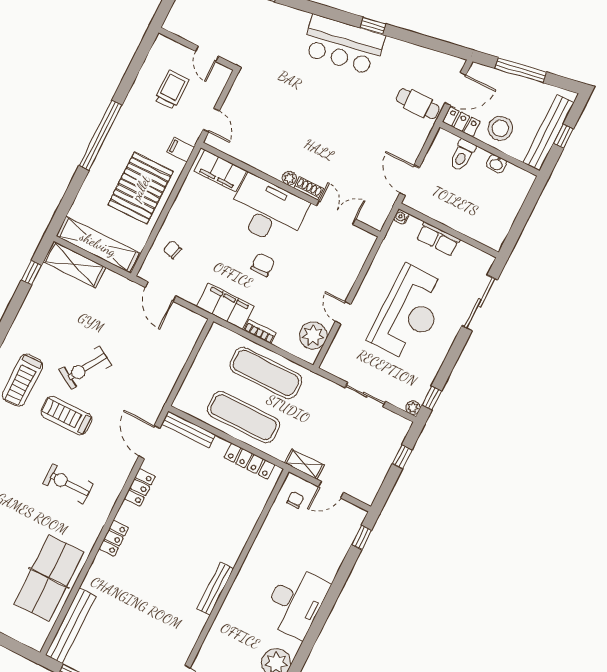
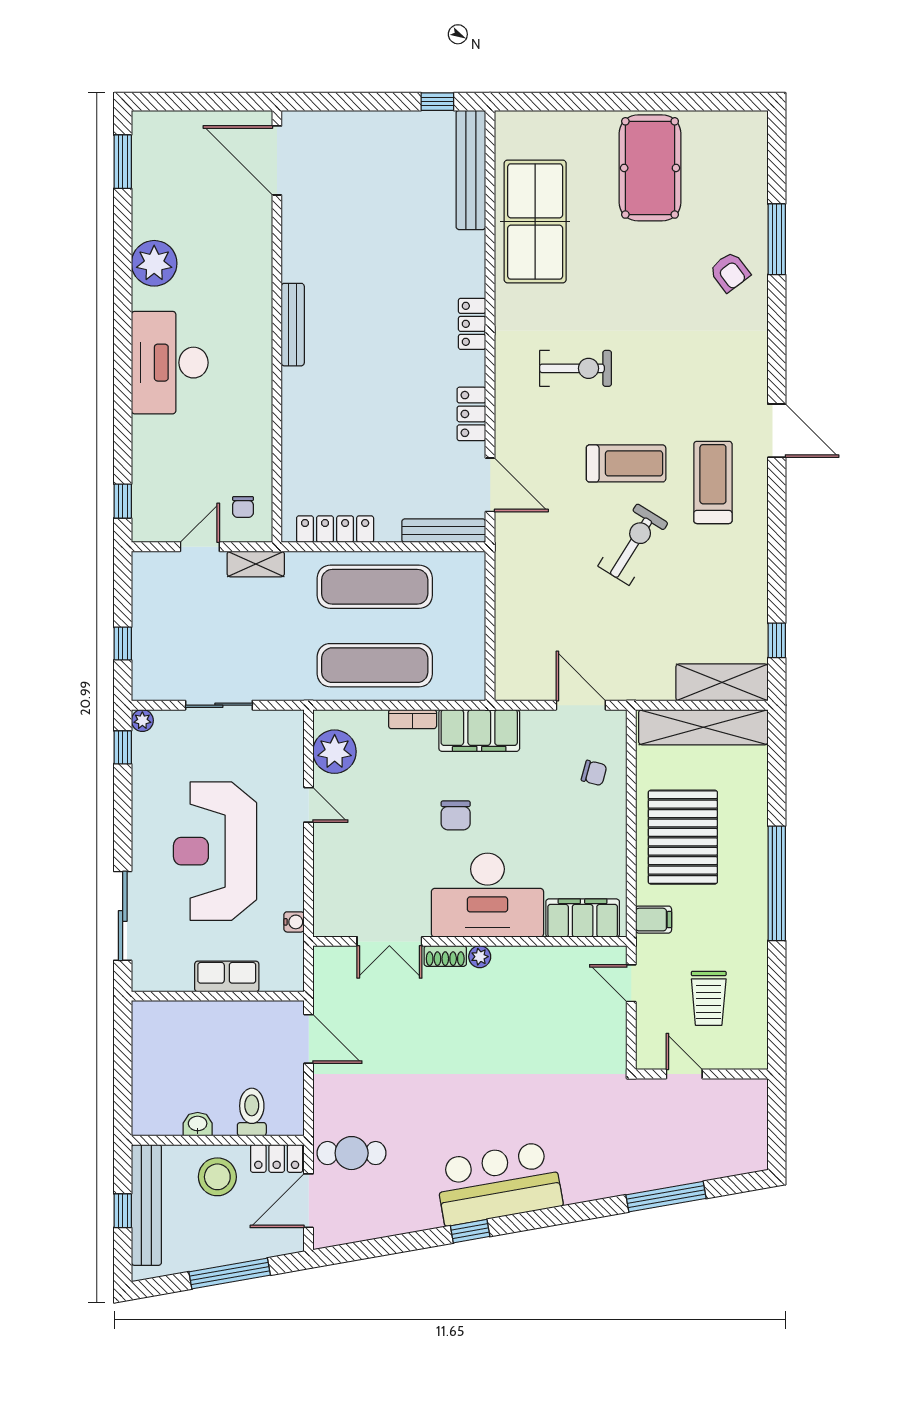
water cooler: (401, 217) -> (294, 922), moved

